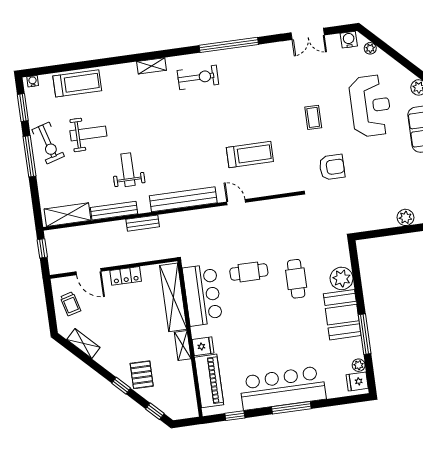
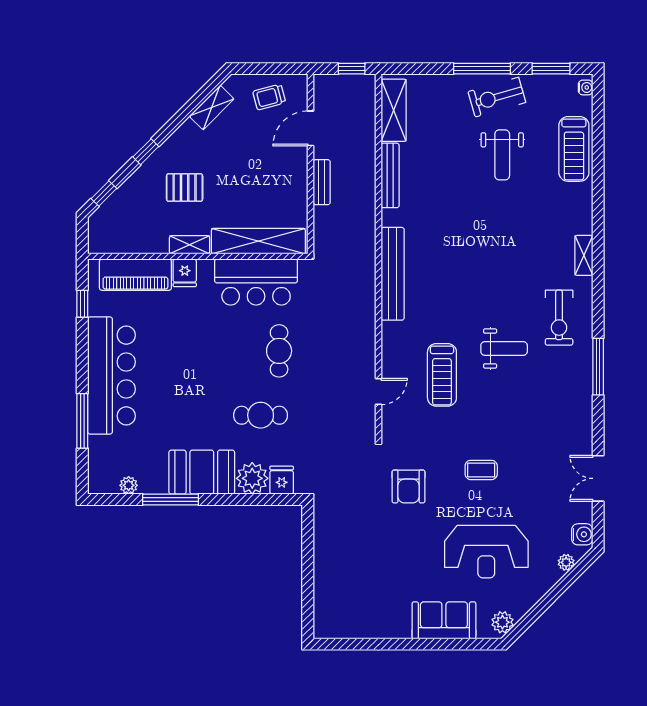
window: (229, 45) -> (598, 367), width x0.68
weight bench: (128, 170) -> (504, 348), moved
door: (236, 202) -> (379, 392), moved
plant: (406, 217) -> (325, 579), removed
bench: (143, 223) -> (322, 182), moved
locker: (126, 276) -> (297, 179), removed
pallet: (142, 375) -> (185, 188), moved
fridge: (357, 382) -> (282, 480), moved
window: (291, 408) -> (82, 421), moved

